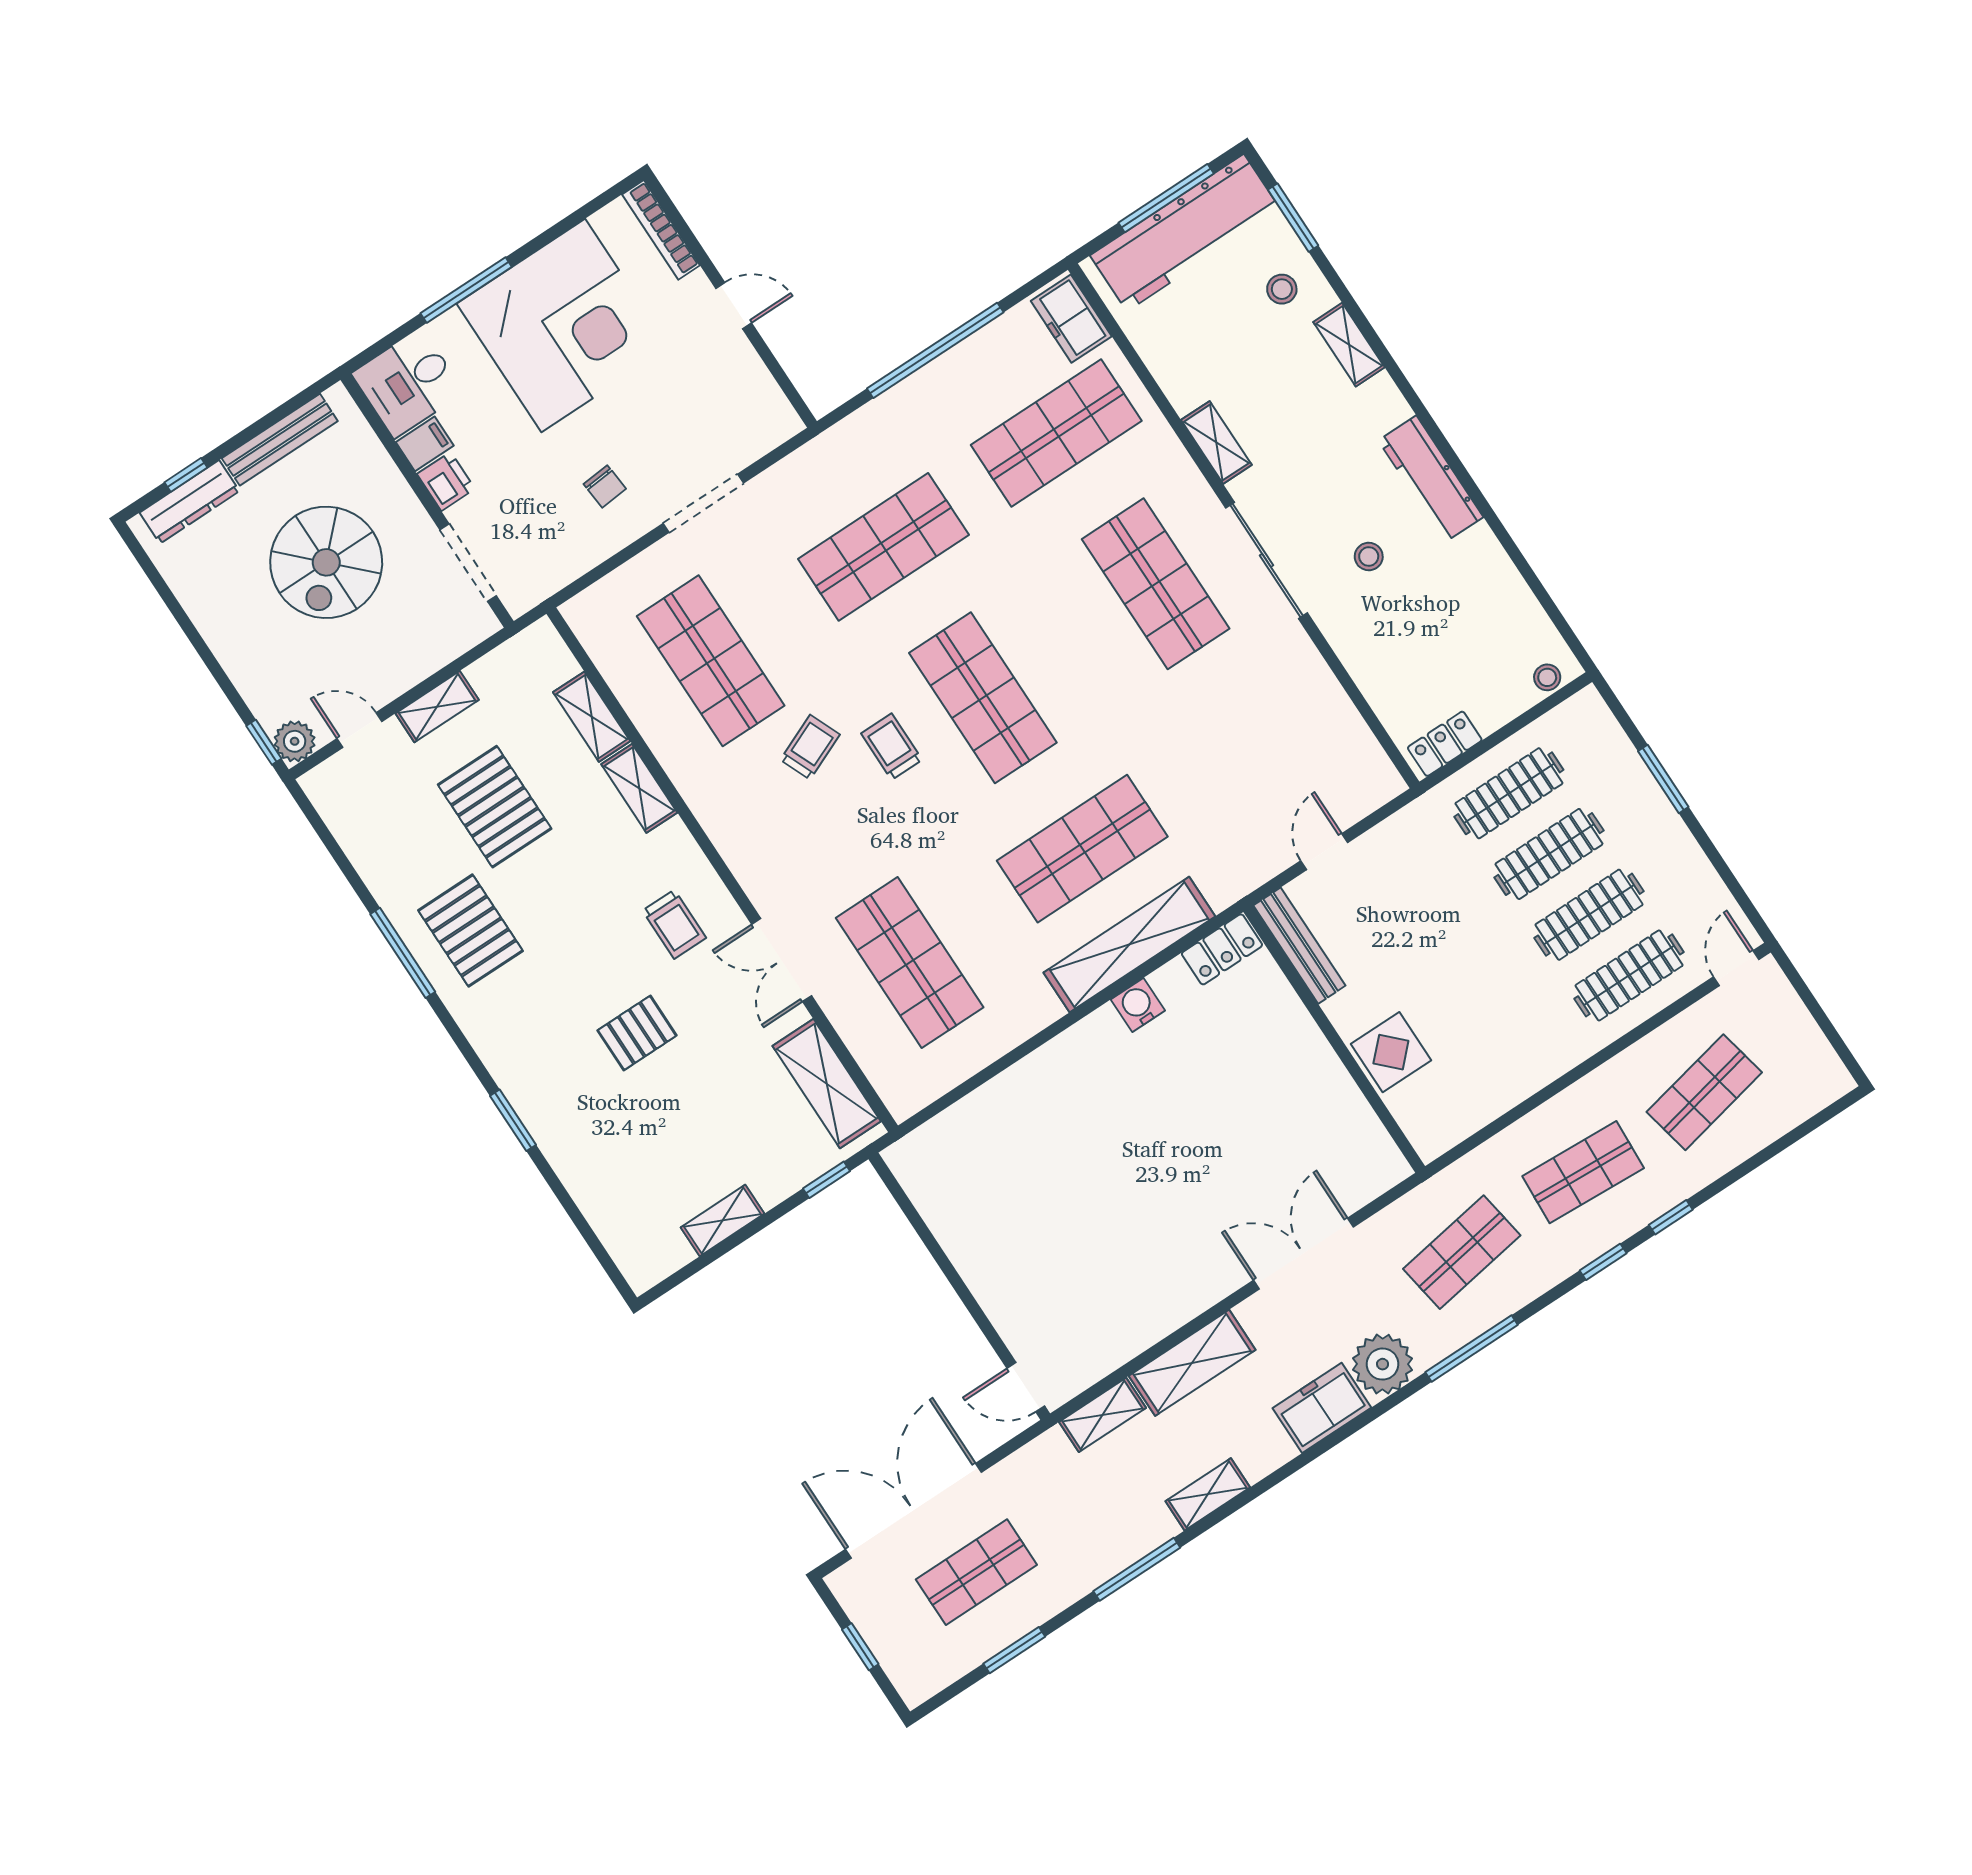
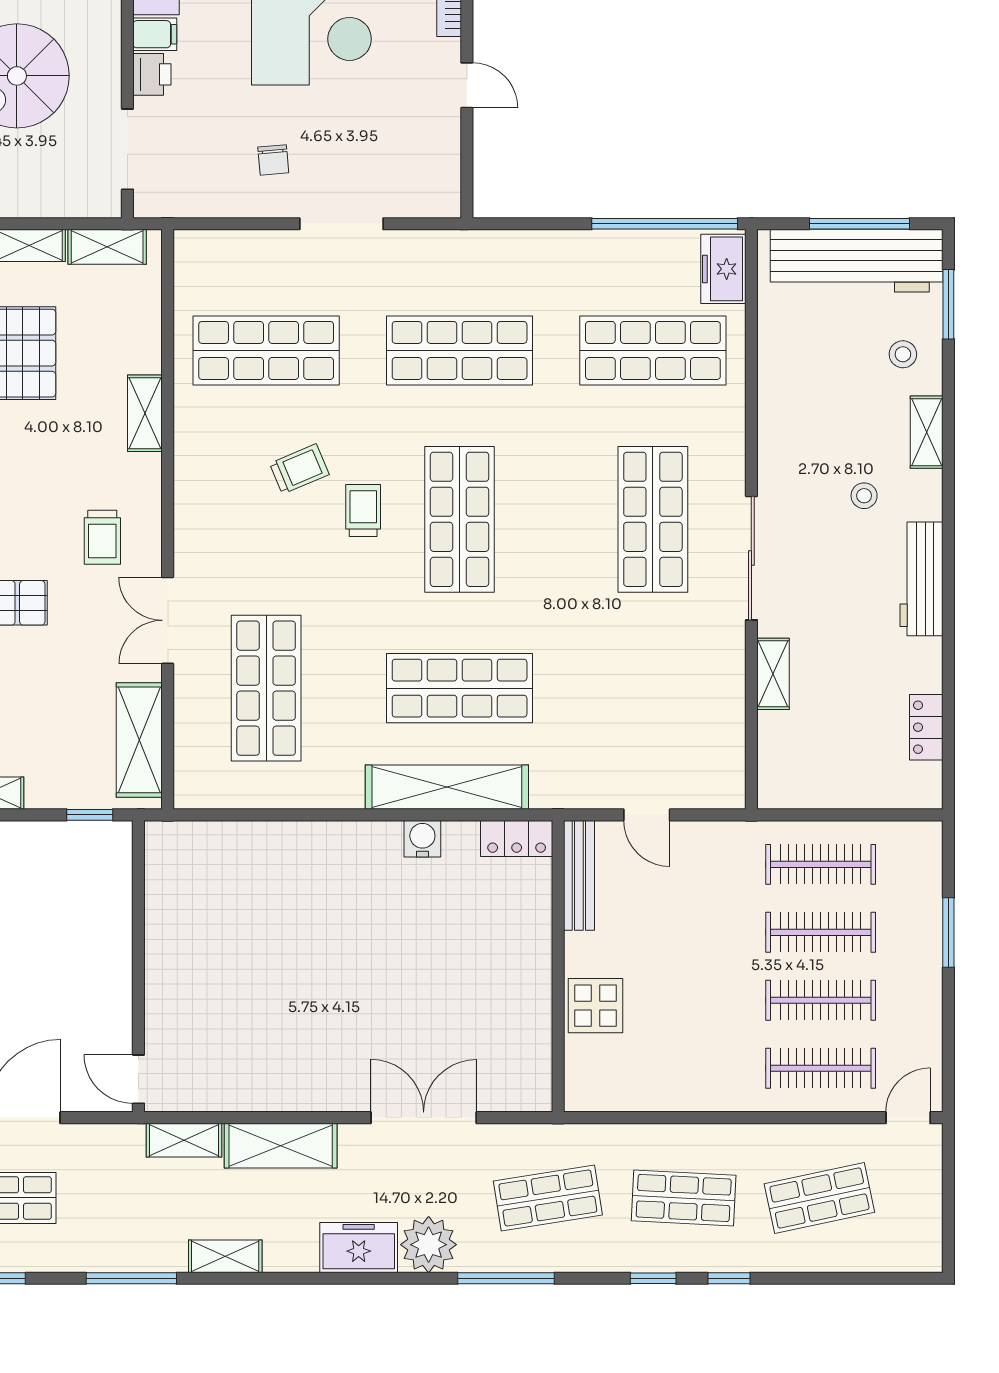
window: (935, 350) -> (665, 224), moved
shelving: (1216, 442) -> (773, 674), moved
stool: (1369, 557) -> (864, 496), moved
shop shelf: (711, 661) -> (266, 350), turned 90
stool: (1547, 677) -> (910, 794), removed
shelving: (592, 717) -> (107, 247), moved, turned 90
locker: (1445, 744) -> (926, 727), moved, turned -90
door: (1324, 852) -> (647, 815), swing flipped

